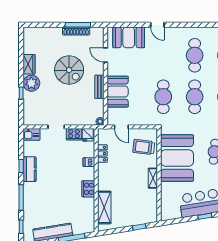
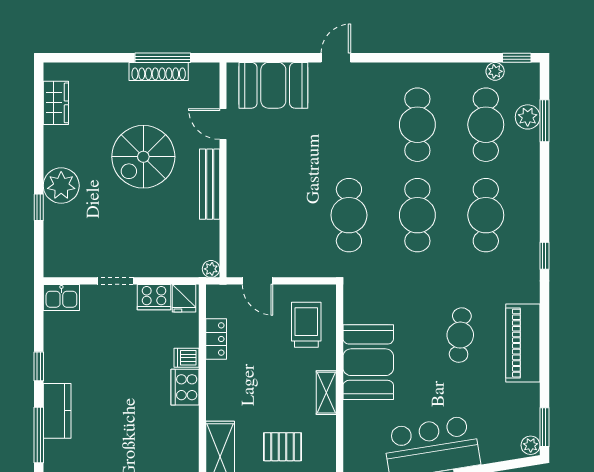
door: (157, 25) -> (336, 58), swing flipped
wardrobe: (29, 64) -> (56, 103), moved
spiral stairs: (69, 70) -> (143, 157), turned 90
bench: (99, 87) -> (210, 184), width x1.36
booth: (118, 92) -> (249, 204), removed
trolley: (144, 147) -> (306, 325), turned 83
booth: (177, 158) -> (368, 362), width x0.73, depth x0.70
kitchen counter: (30, 169) -> (57, 411), moved
cooker: (88, 189) -> (185, 387), moved
pallet: (133, 203) -> (283, 447), added

